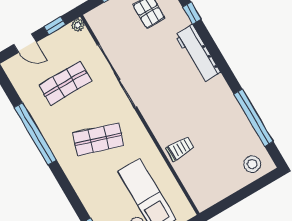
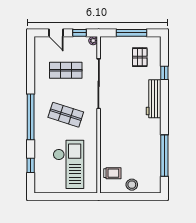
window: (35, 134) -> (31, 117), moved
trolley: (180, 149) -> (112, 173), moved
stool: (252, 164) -> (132, 185), moved

